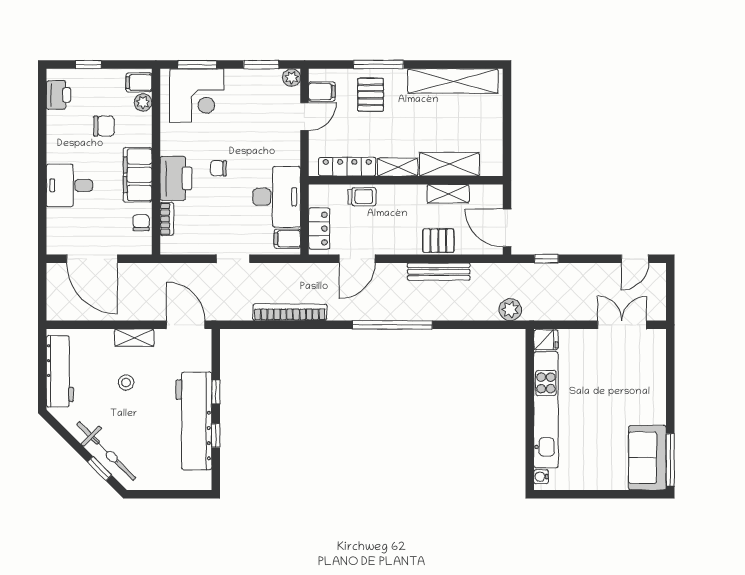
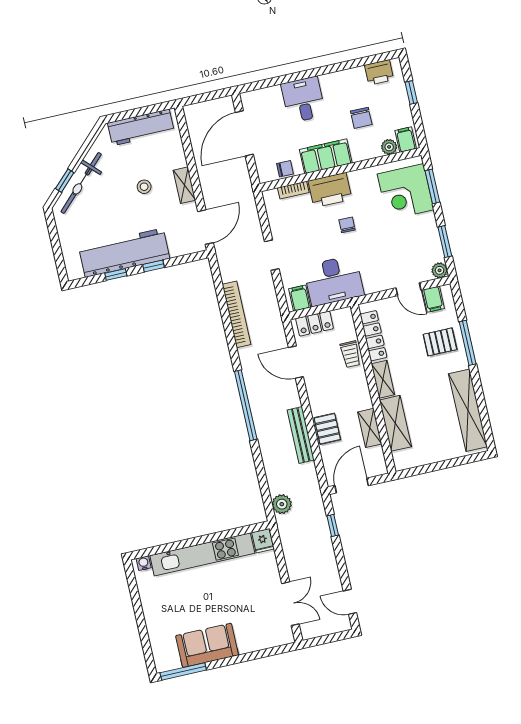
sofa: (647, 458) -> (207, 645), moved

